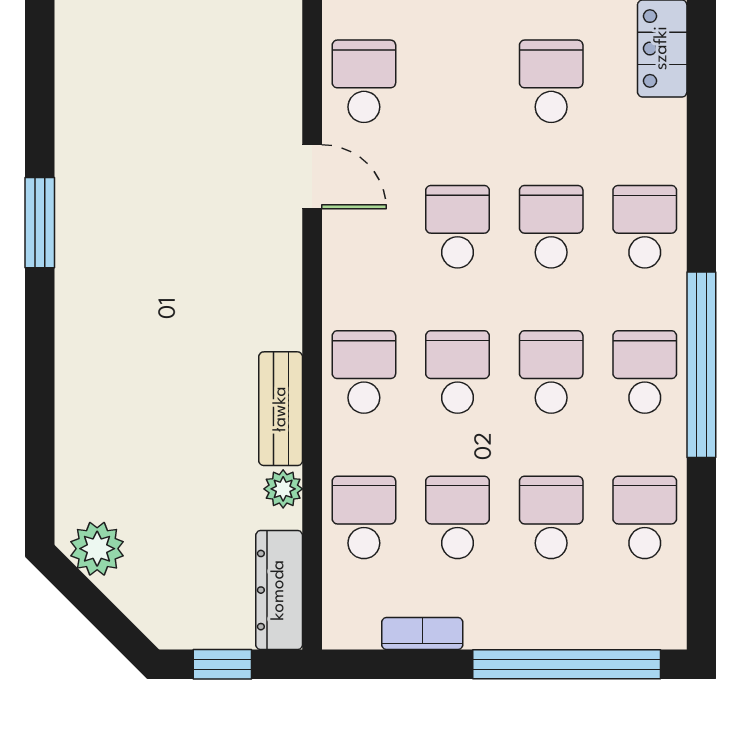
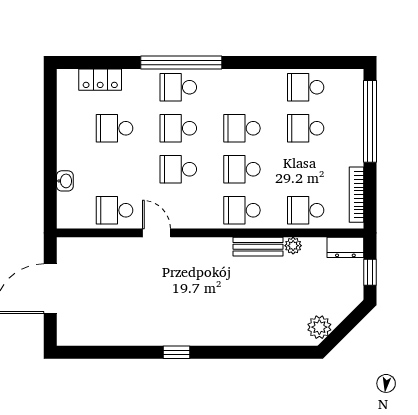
door: (312, 177) -> (156, 233), hinge flipped
window: (40, 223) -> (177, 352), width x0.67
window: (701, 365) -> (181, 62), moved
school desk: (645, 372) -> (242, 87), removed
school desk: (458, 517) -> (306, 169), removed
dresser: (279, 590) -> (345, 247), width x0.70
bookcase: (422, 633) -> (356, 195), width x1.56

